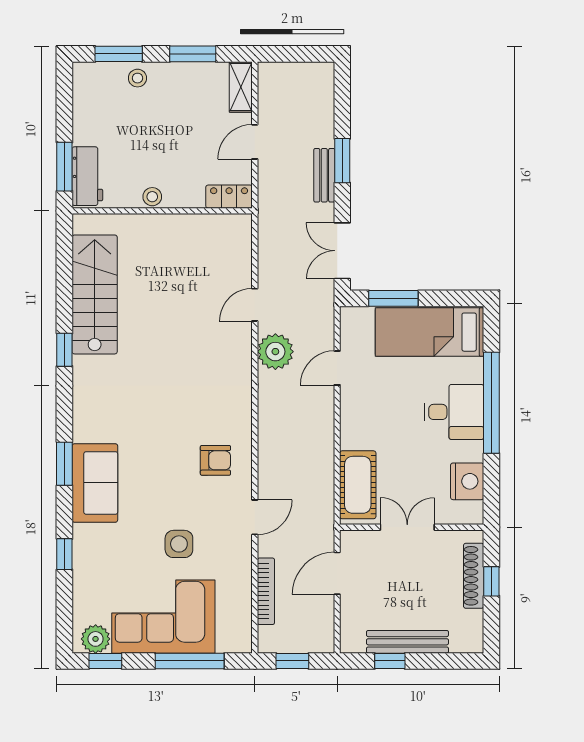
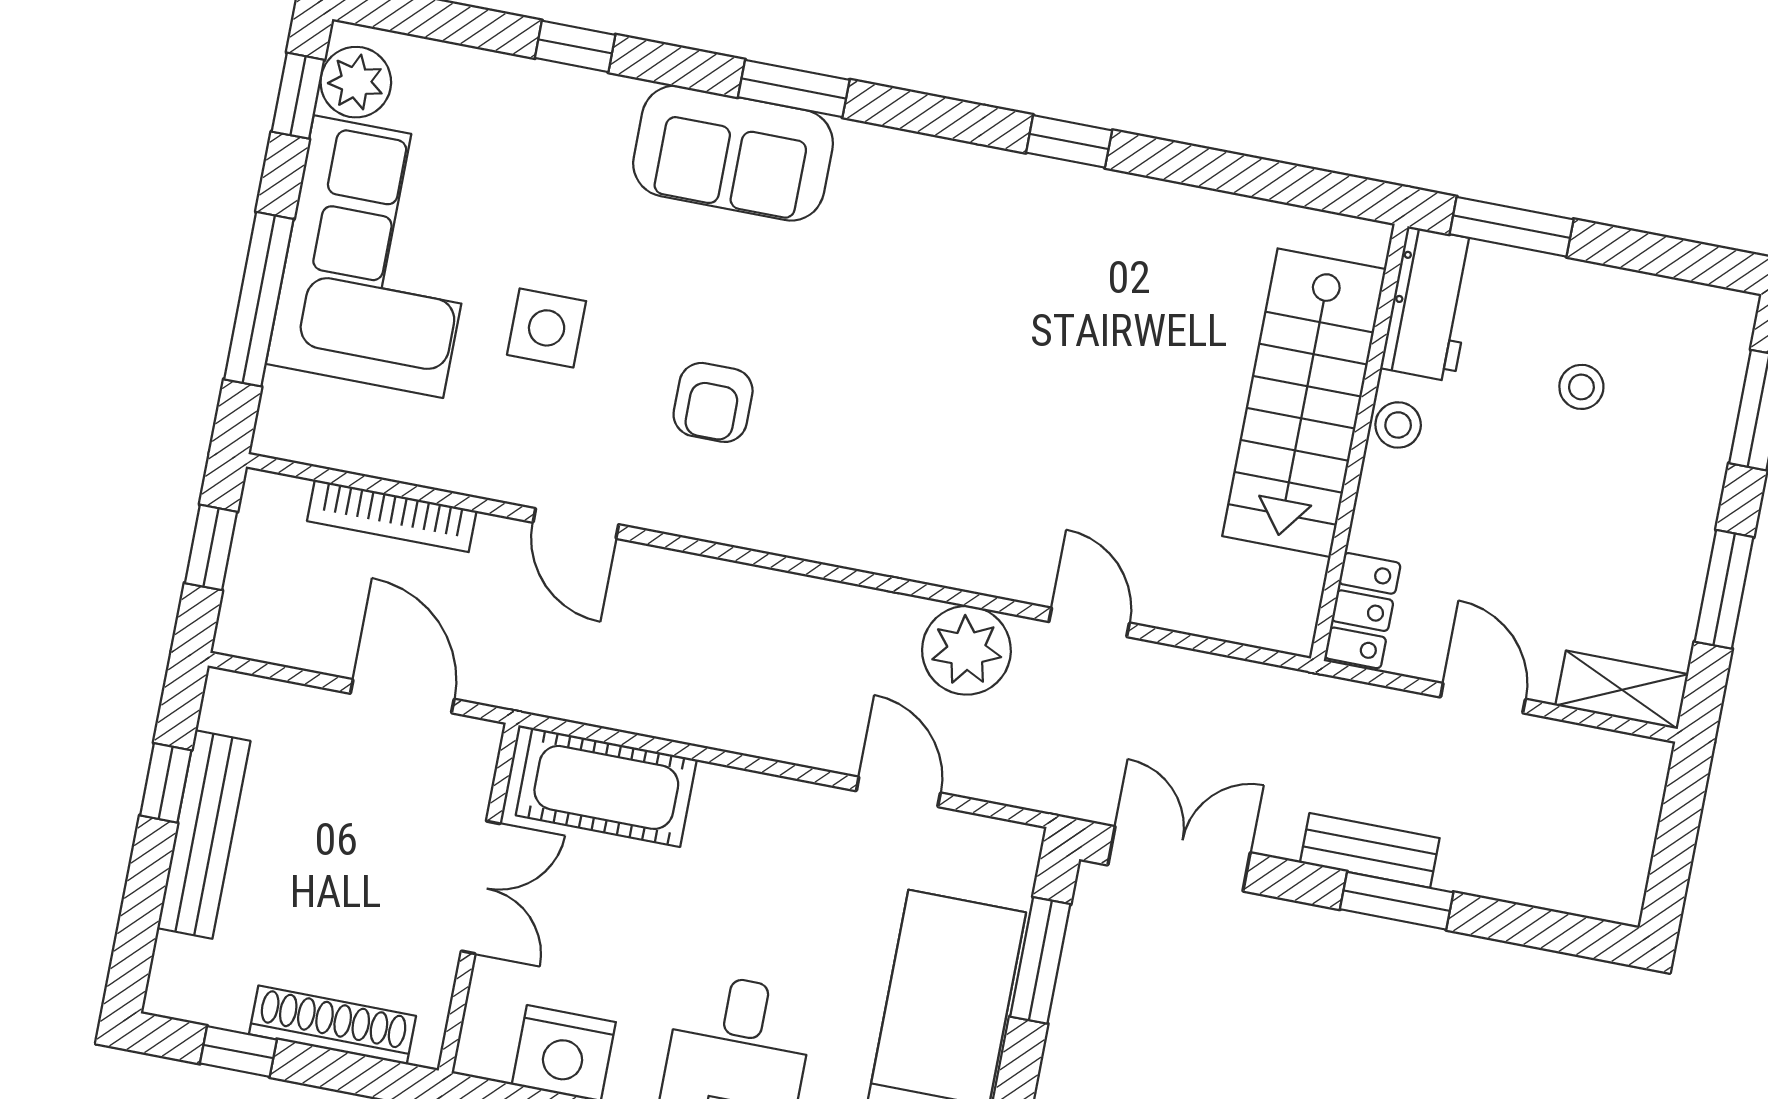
stool: (137, 78) -> (1581, 387), moved
workbench: (87, 176) -> (1430, 304), moved, turned -90
stairs: (95, 294) -> (1304, 403), moved, turned 90
armchair: (215, 460) -> (713, 402), moved
window: (491, 581) -> (238, 1051), moved

